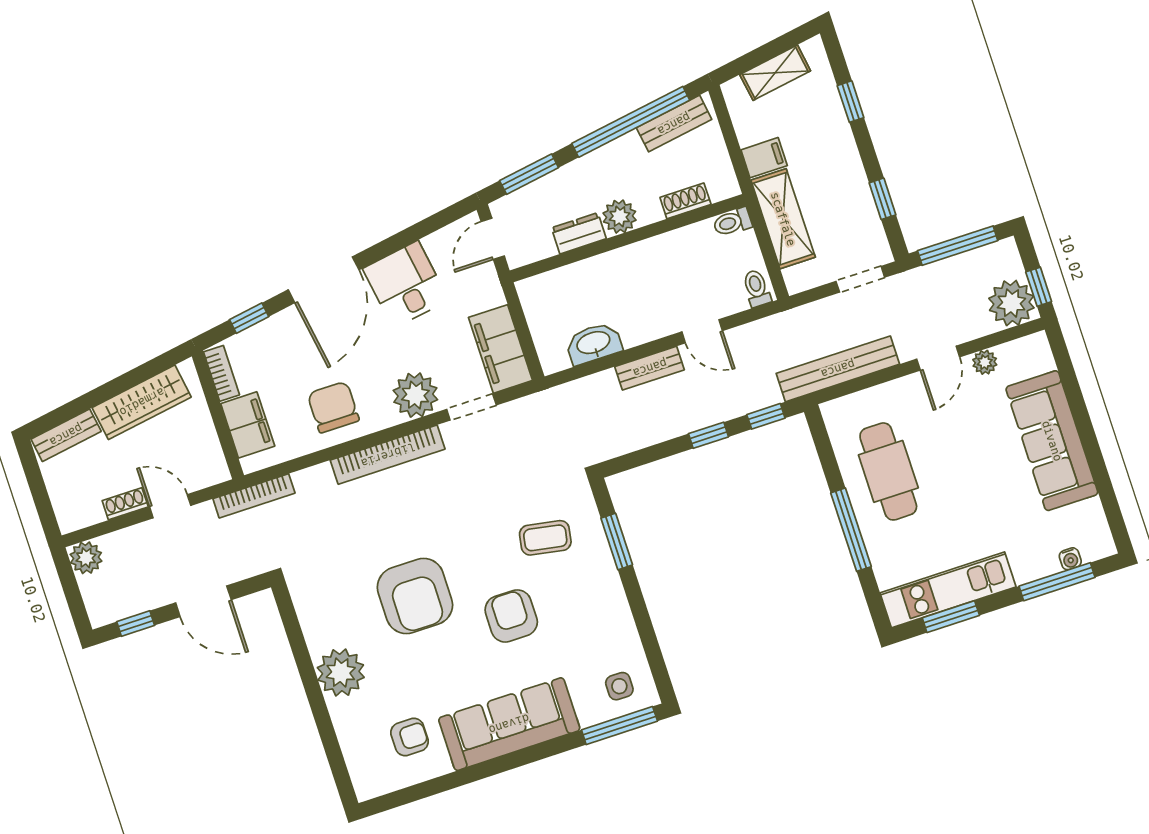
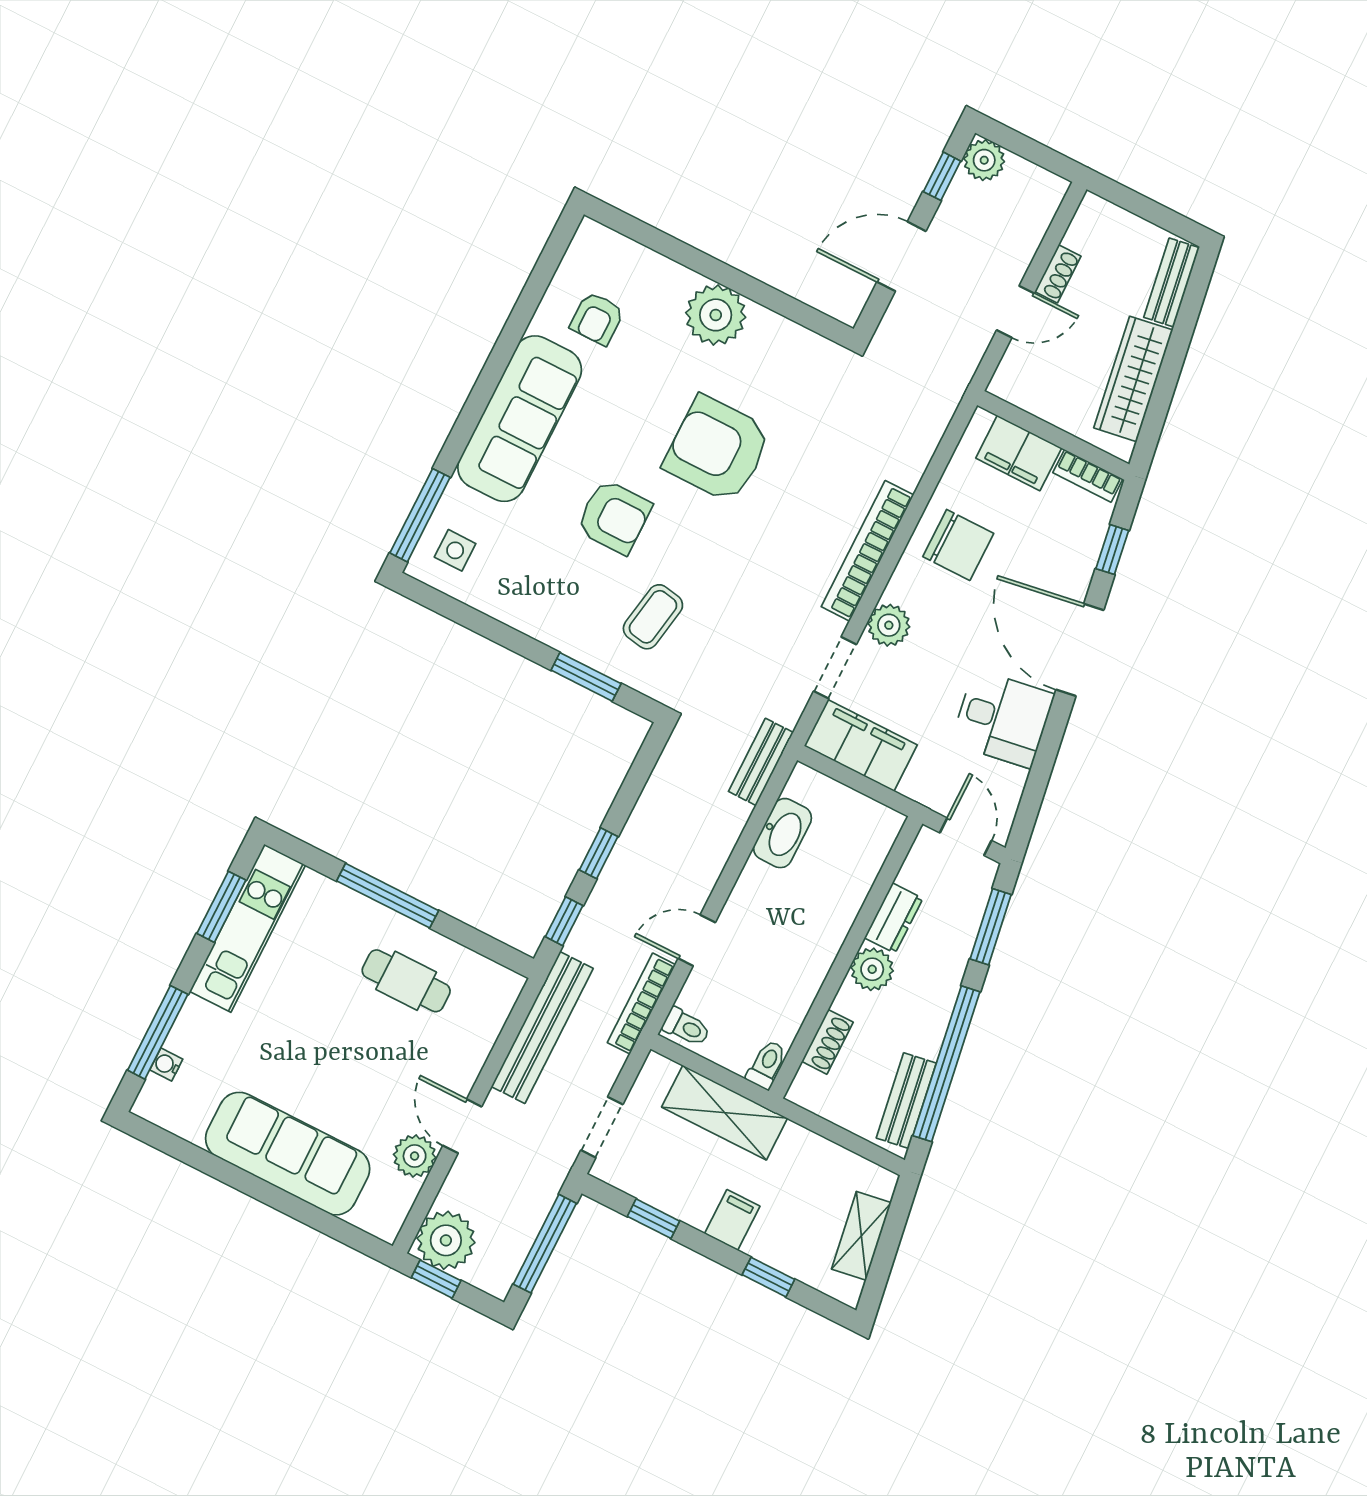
filing cabinet: (764, 158) -> (732, 1220), moved, turned 180
plant: (985, 362) -> (415, 1156), width x1.38, depth x1.38
bench: (650, 368) -> (761, 762), moved
plant: (415, 395) -> (889, 625), width x0.73, depth x0.73
cafe table: (888, 471) -> (406, 981), width x0.73, depth x0.74
bookcase: (254, 496) -> (641, 1004), moved
plant: (86, 558) -> (984, 160), moved

